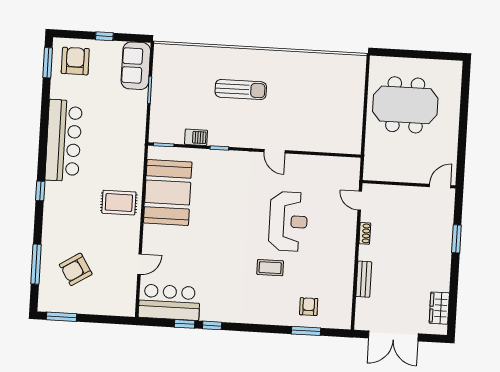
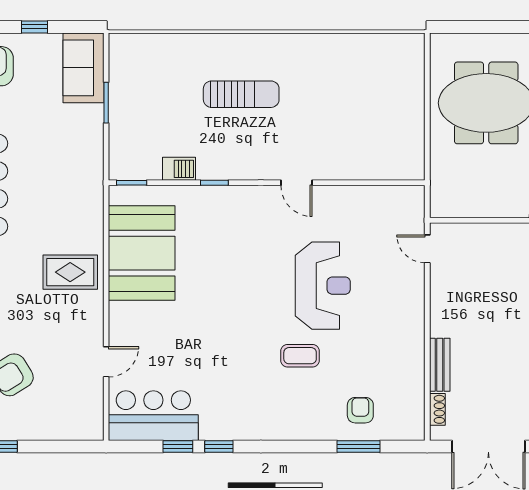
shoe rack: (365, 233) -> (437, 409), moved

